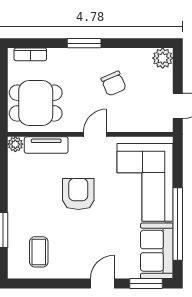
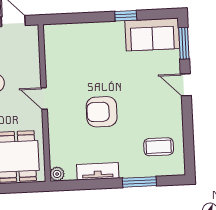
tv unit: (46, 145) -> (98, 171), moved, turned -90
corner sofa: (145, 182) -> (88, 49), removed
window: (178, 224) -> (126, 16), width x0.32

